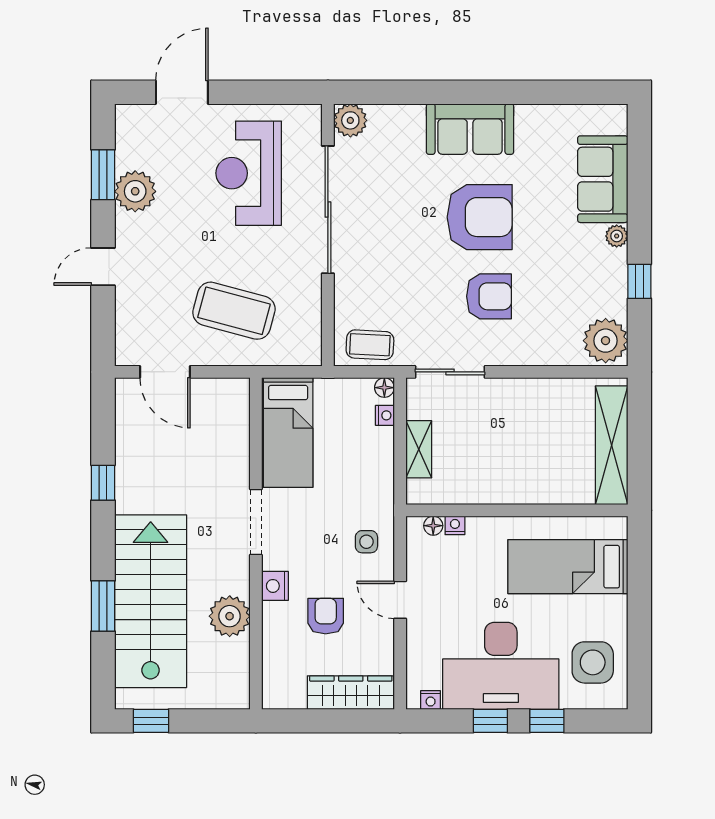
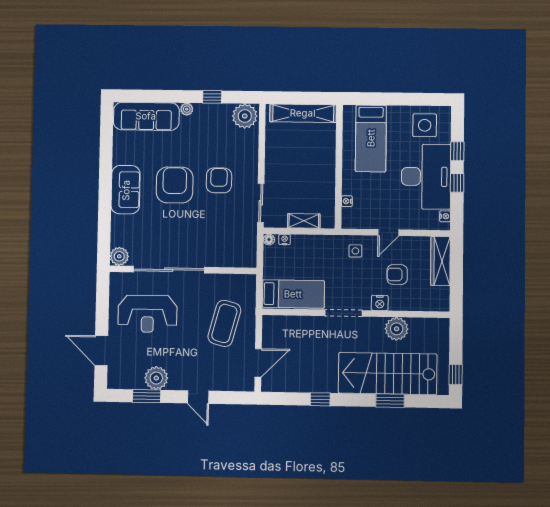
sofa: (603, 179) -> (146, 116), width x1.36
coffee table: (370, 345) -> (245, 247), removed
floor lamp: (433, 526) -> (347, 213), removed

